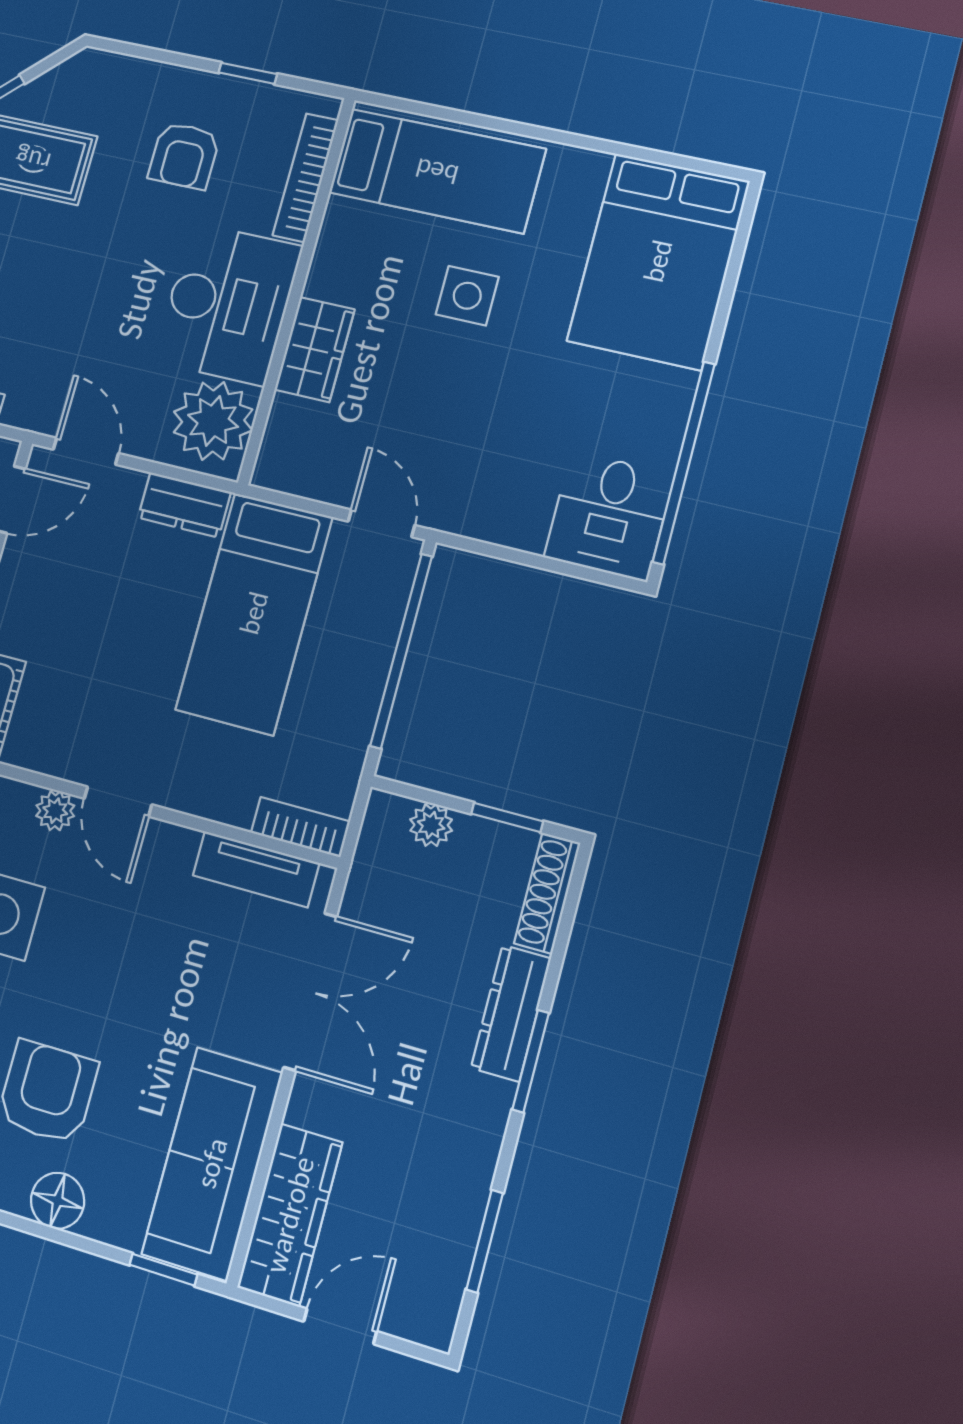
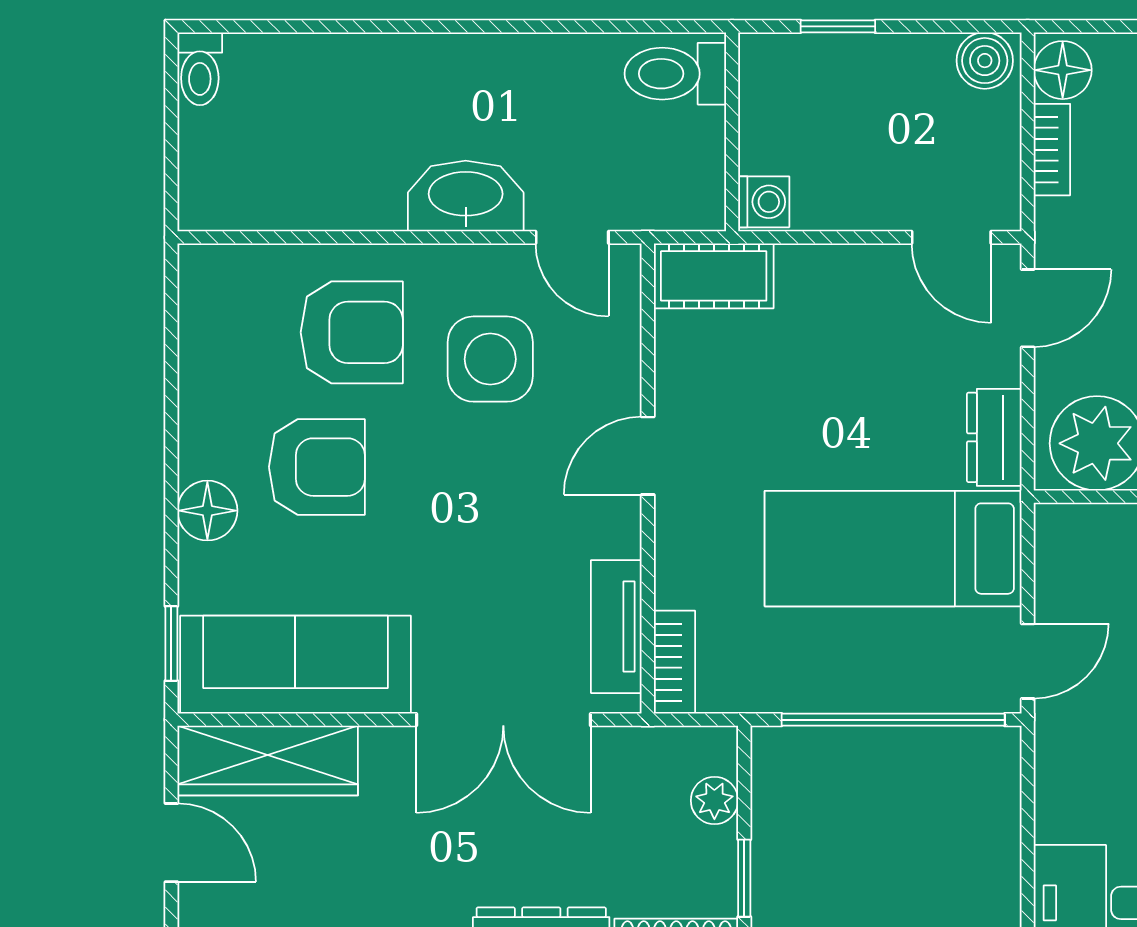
plant: (55, 811) -> (619, 389), removed

